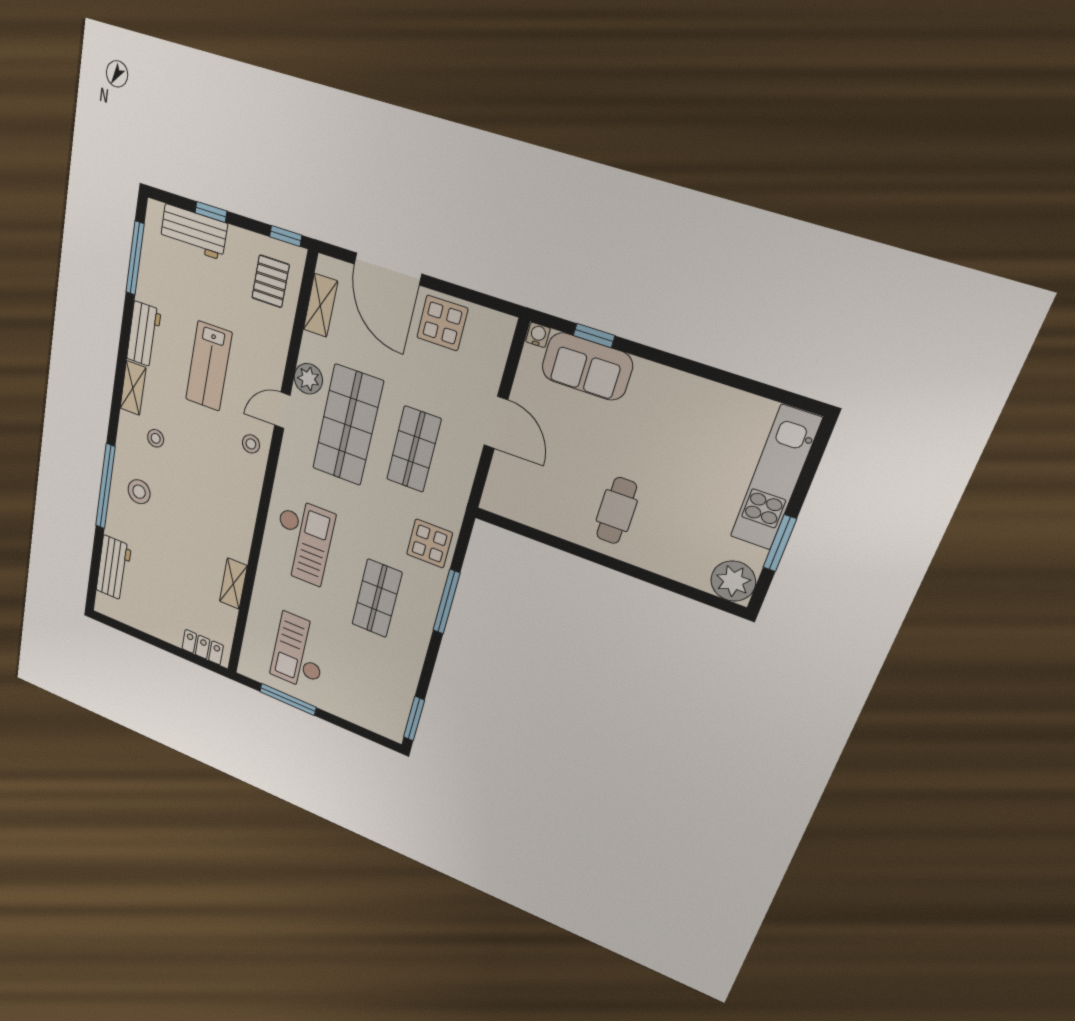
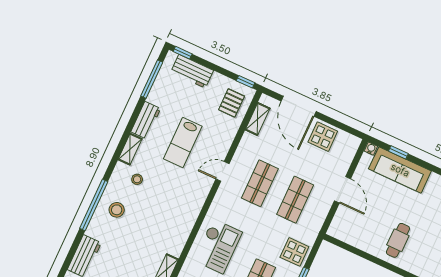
window: (211, 212) -> (183, 53), moved
sofa: (587, 366) -> (400, 170), width x1.36
plant: (308, 379) -> (242, 156), removed
shop shelf: (348, 425) -> (260, 183), width x0.70, depth x0.74
stool: (251, 444) -> (199, 188), removed

